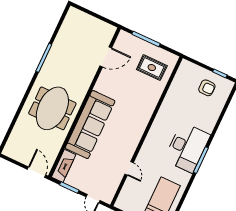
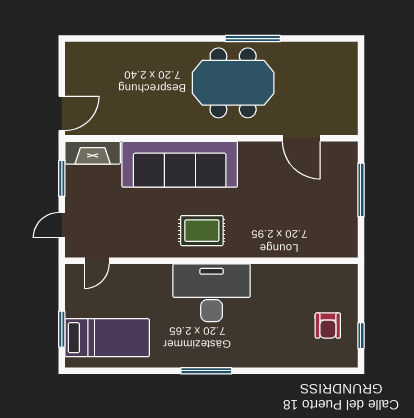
rug: (152, 68) -> (202, 231), moved, turned 90
meeting table: (52, 108) -> (233, 83), moved
desk: (187, 147) -> (212, 293), moved, turned 180
door: (129, 168) -> (97, 261), moved

